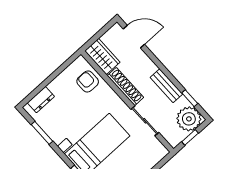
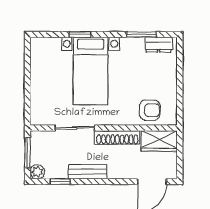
dresser: (41, 100) -> (158, 45), moved, turned -90
plant: (189, 119) -> (37, 172), width x0.53, depth x0.53
window: (190, 137) -> (27, 153), width x1.50

